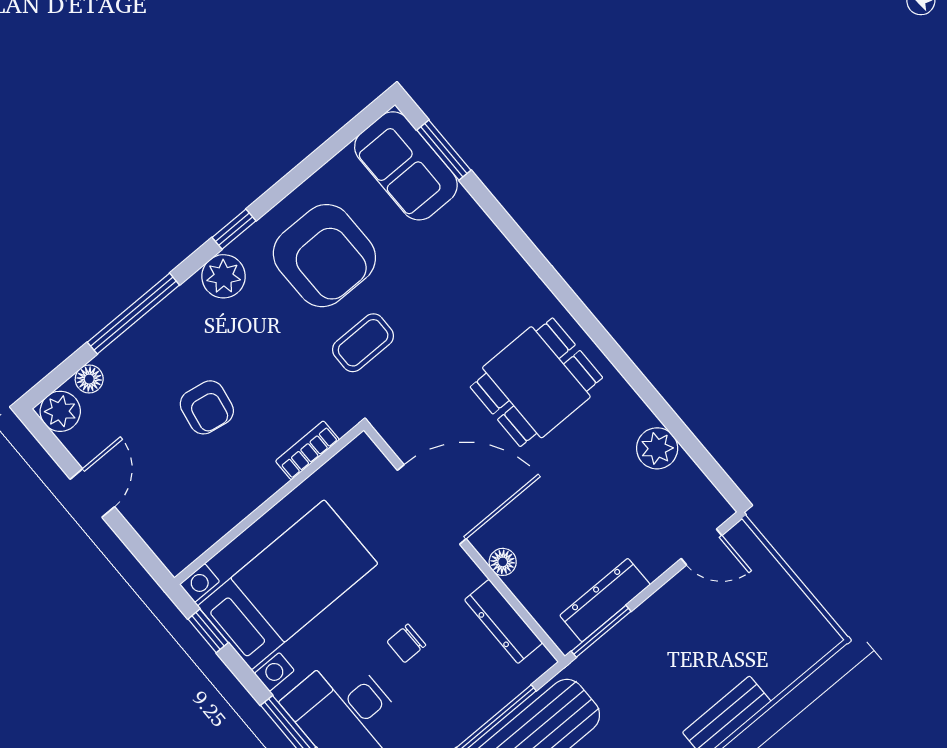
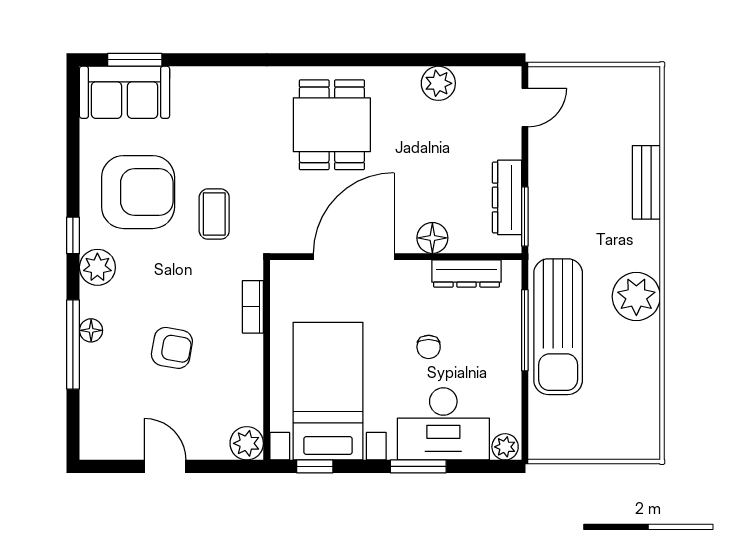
floor lamp: (89, 379) -> (91, 330), moved
plant: (60, 411) -> (247, 443), moved
floor lamp: (503, 562) -> (432, 238), width x1.37, depth x1.37

